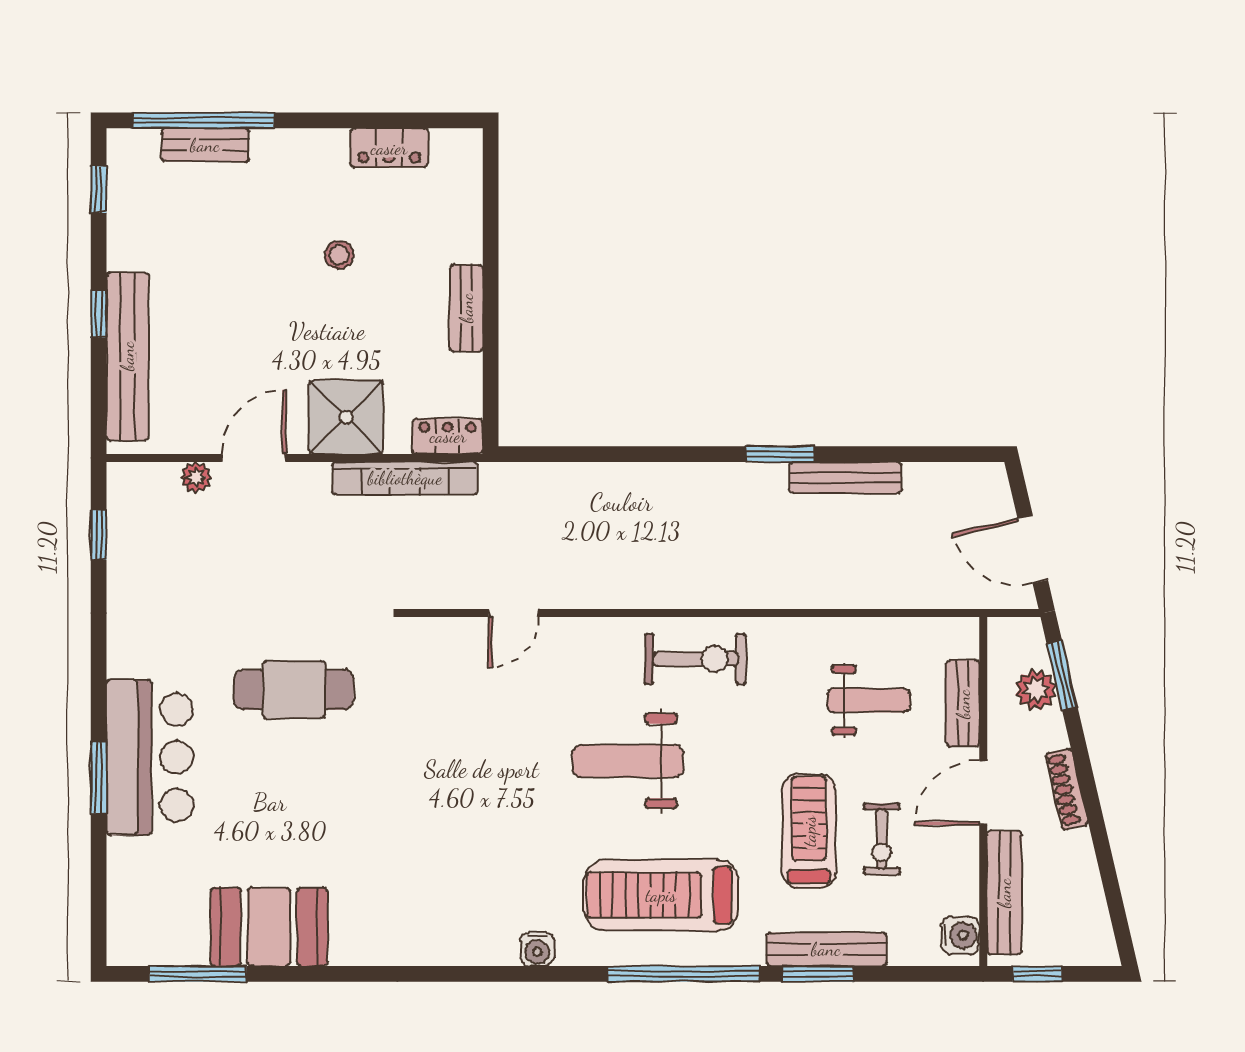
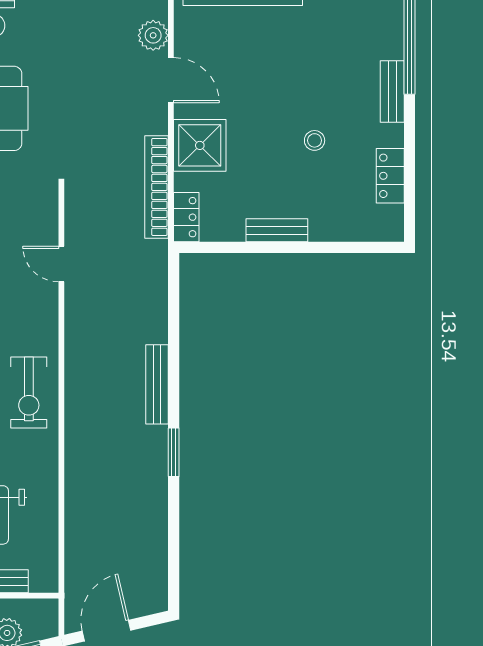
bench: (205, 145) -> (392, 92), moved
plant: (196, 477) -> (153, 35), width x1.38, depth x1.38
bench: (845, 478) -> (157, 384), moved

